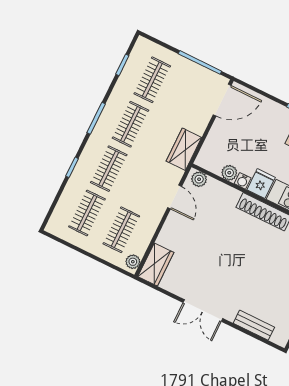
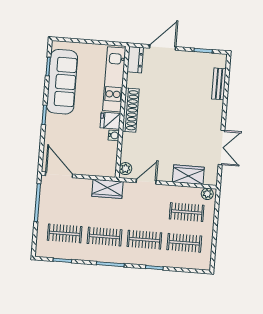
plant: (229, 173) -> (112, 148), removed
wardrobe: (156, 264) -> (188, 175), moved
double door: (203, 311) -> (221, 147), moved

